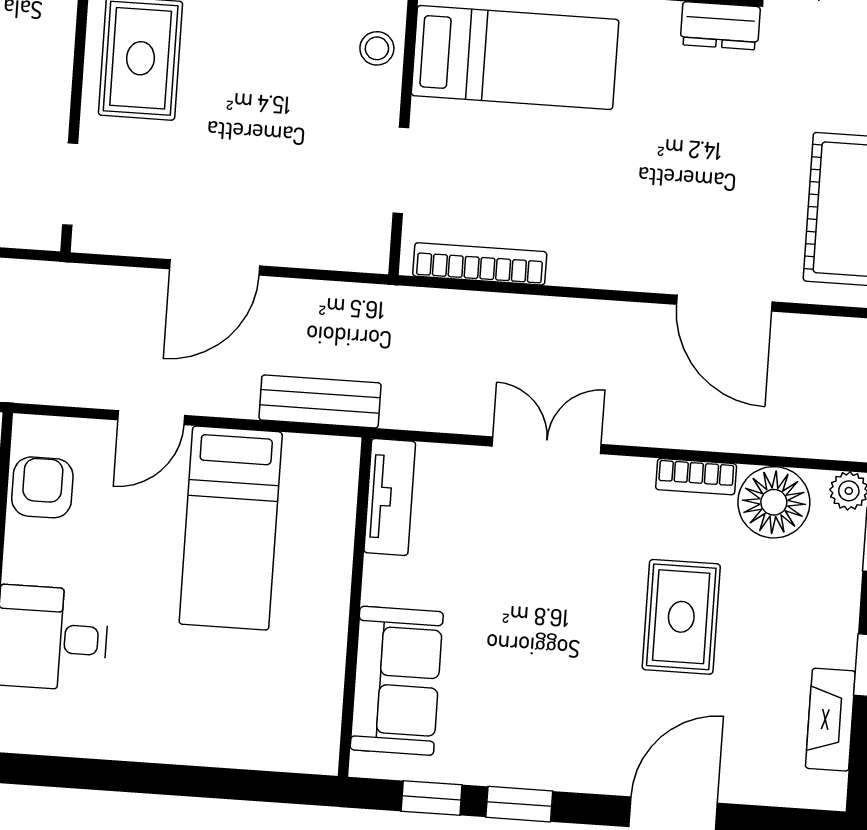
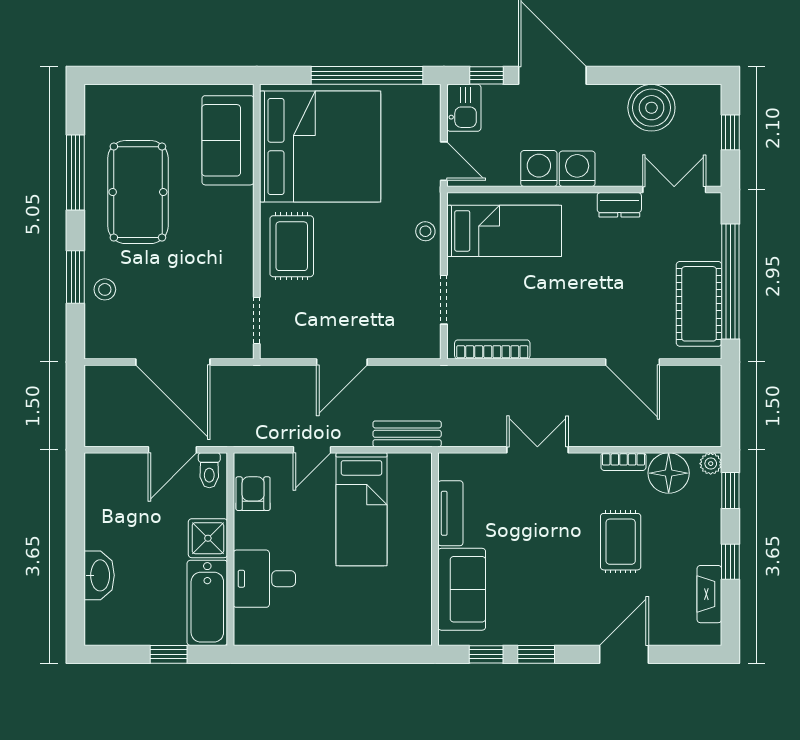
tv unit: (390, 497) -> (450, 513), moved

